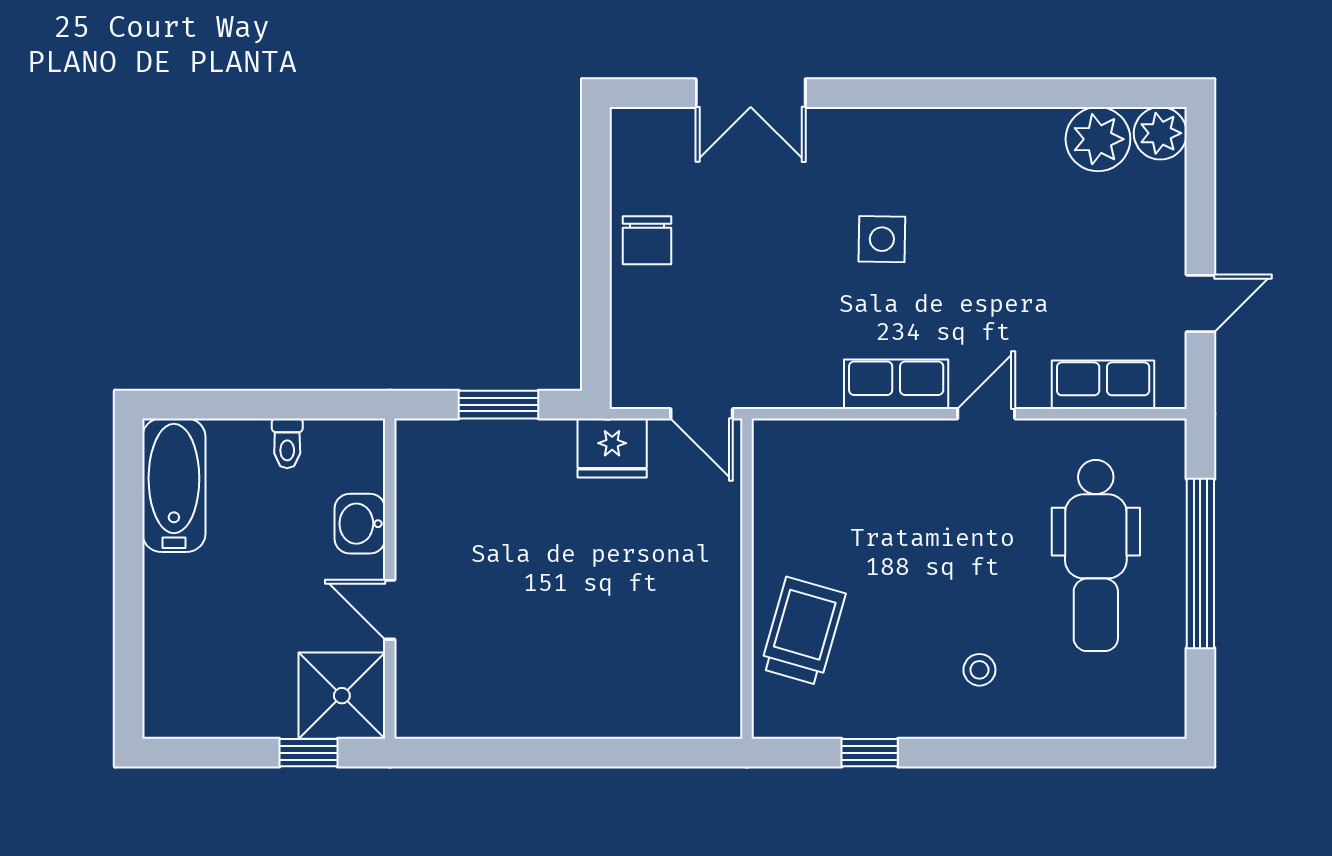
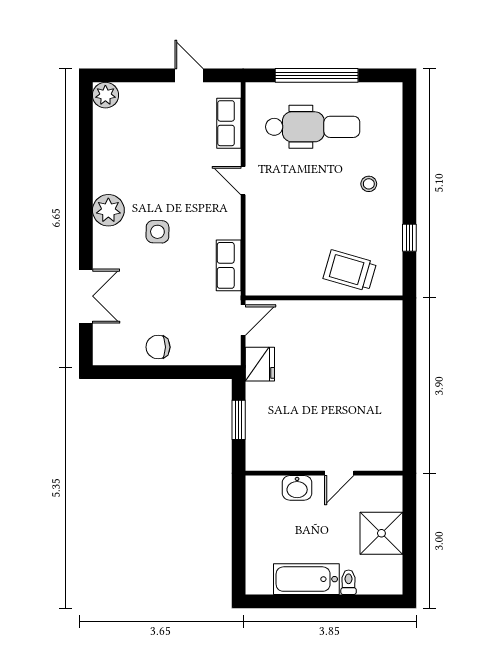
plant: (1098, 139) -> (108, 210), moved
chair: (647, 240) -> (158, 347), turned 180
row of seats: (896, 384) -> (229, 265), moved
toilet: (287, 443) -> (349, 582), moved, turned -90
bathtub: (174, 485) -> (306, 579), moved
shower: (342, 696) -> (381, 533), moved
window: (308, 753) -> (409, 513), removed

